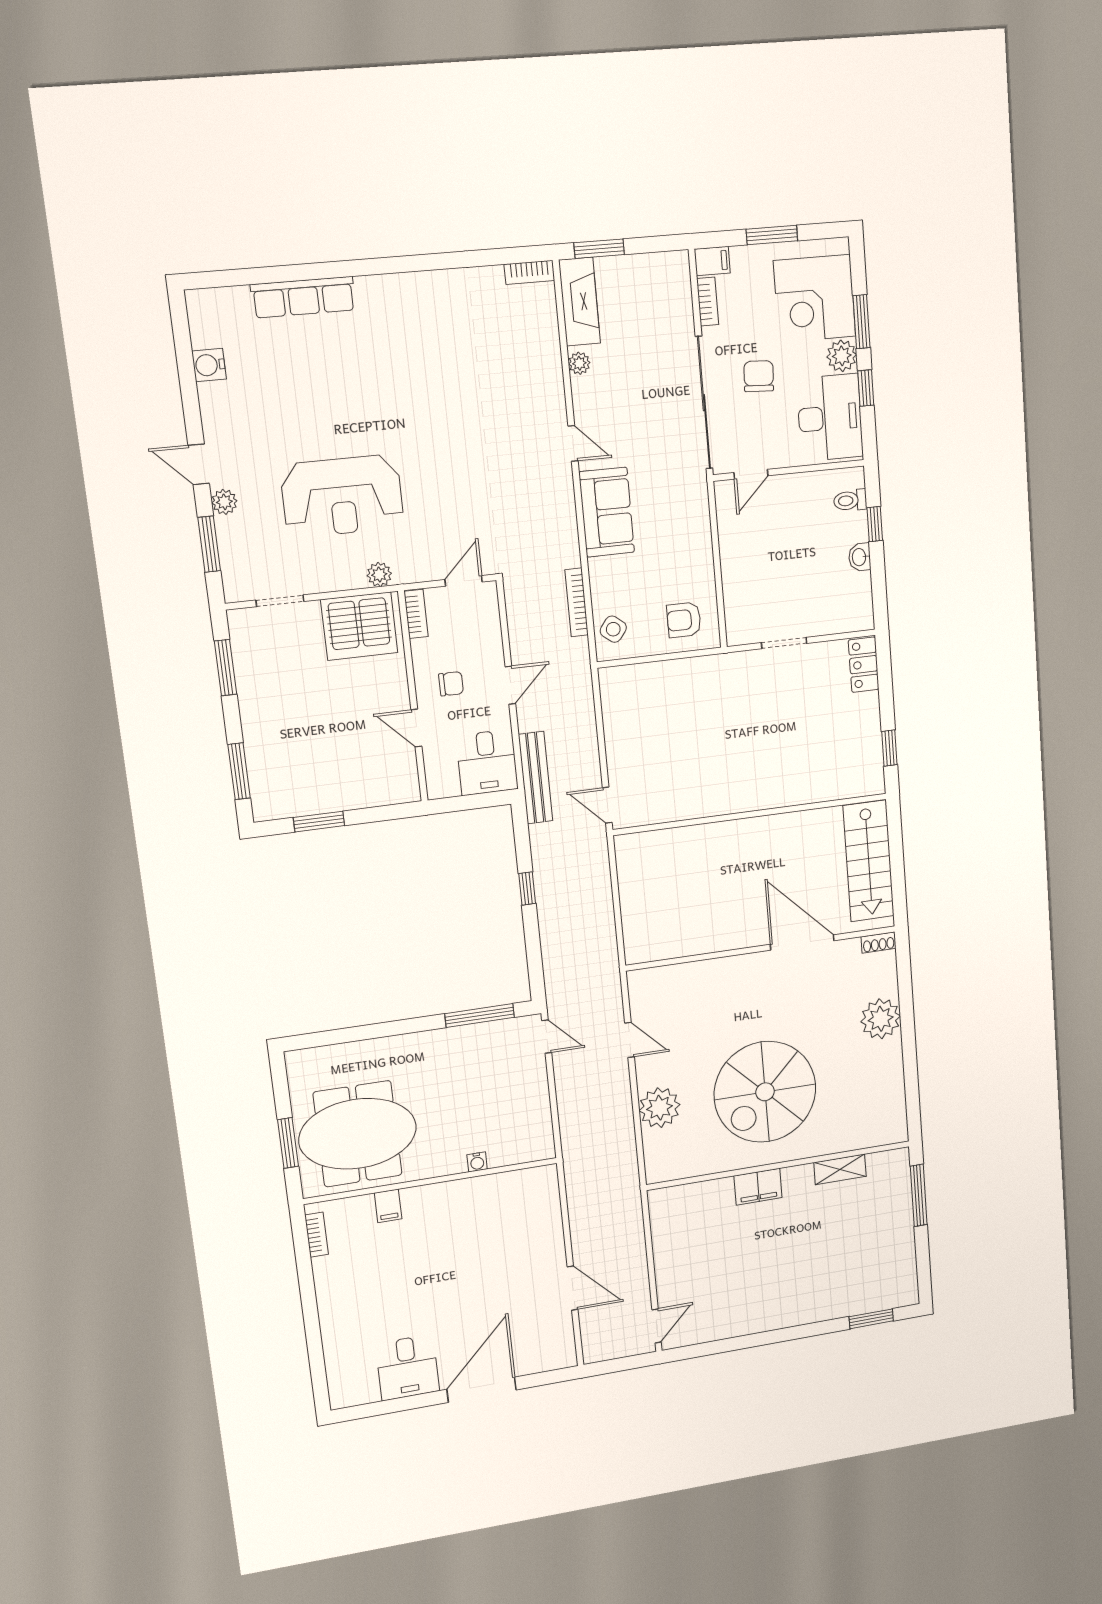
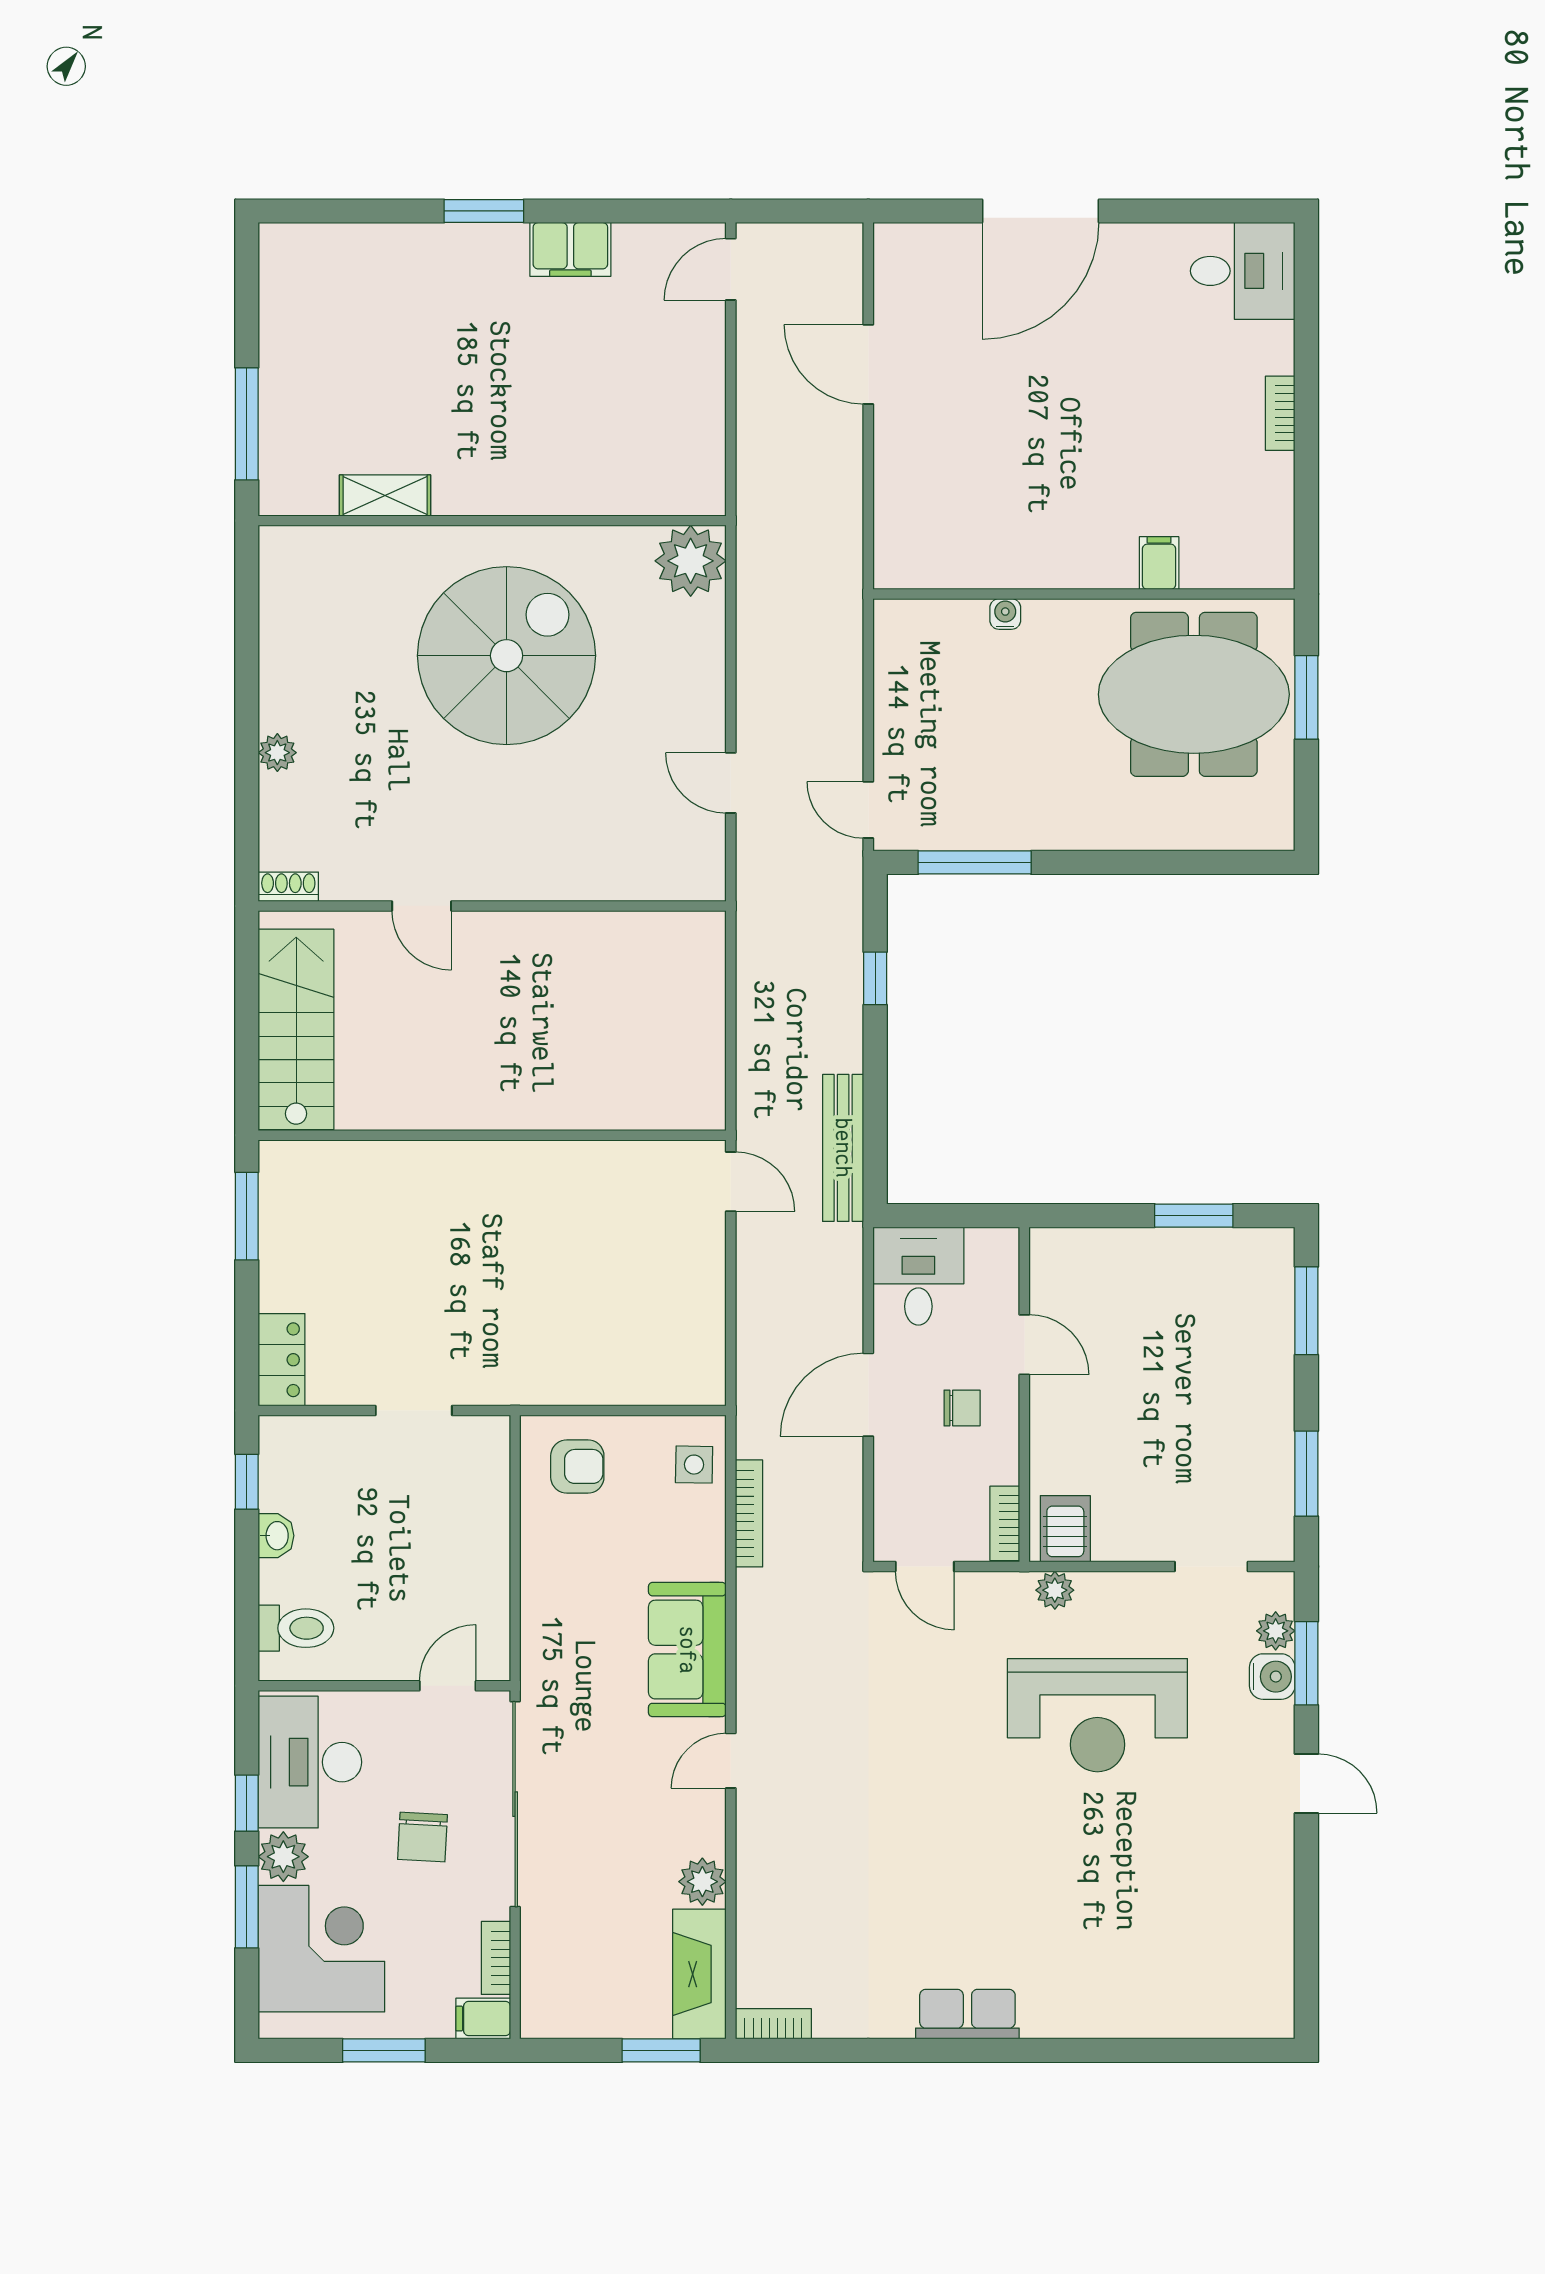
row of seats: (303, 297) -> (967, 2014), moved, width x0.68
plant: (579, 363) -> (702, 1882), width x1.38, depth x1.38
water cooler: (209, 365) -> (1272, 1677), moved
door: (573, 443) -> (731, 1761), hinge flipped
reception desk: (342, 496) -> (1097, 1715), turned 180
toilet: (850, 500) -> (296, 1628), width x1.37, depth x1.39
plant: (224, 502) -> (1276, 1631), moved
window: (875, 524) -> (247, 1482), moved
door: (464, 581) -> (925, 1567), hinge flipped
server rack: (359, 626) -> (1065, 1529), width x0.46, depth x0.70
side table: (613, 629) -> (694, 1465), turned -37
chair: (451, 684) -> (962, 1408), turned 180
door: (510, 685) -> (868, 1395), width x1.38
window: (889, 748) -> (247, 1216), width x1.50
bench: (536, 778) -> (843, 1148), moved
window: (527, 888) -> (875, 978), moved
door: (802, 942) -> (422, 906), width x0.53
plant: (881, 1019) -> (277, 753), width x0.53, depth x0.53
plant: (660, 1108) -> (691, 561), moved
filing cabinet: (758, 1187) -> (570, 249), moved, turned 180
bookcase: (317, 1235) -> (1280, 413), moved
window: (871, 1319) -> (484, 211), moved
desk: (407, 1367) -> (1243, 271), moved, turned 90

